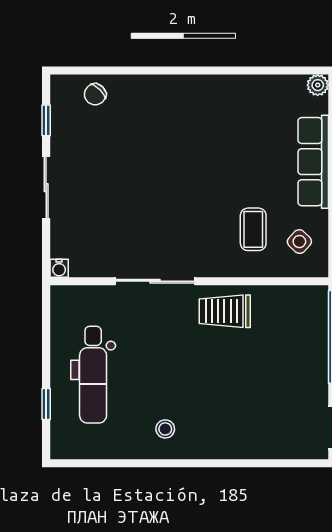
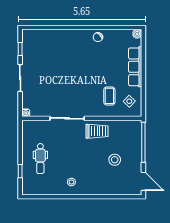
chair: (95, 94) -> (98, 37), moved
trolley: (225, 311) -> (97, 131), turned 180
dental chair: (93, 375) -> (40, 159), width x0.73, depth x0.72
stool: (266, 377) -> (115, 160), added

